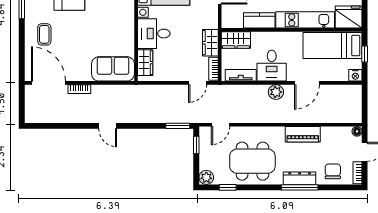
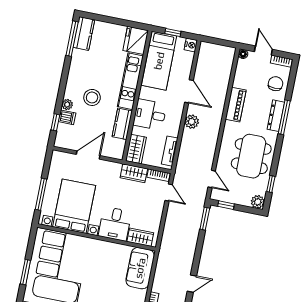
desk: (272, 66) -> (150, 115), moved, turned 180
chair: (333, 171) -> (276, 84), turned 90

